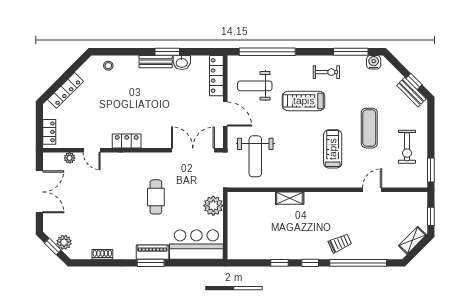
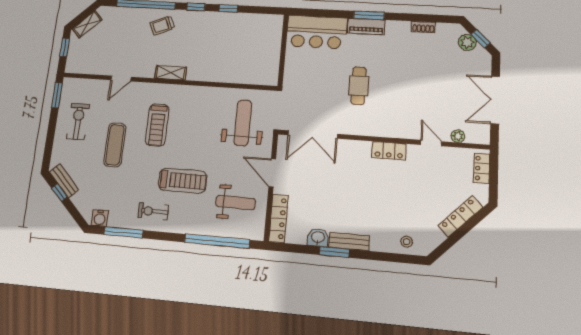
shelving: (290, 198) -> (171, 73), moved
plant: (213, 206) -> (295, 72), removed

